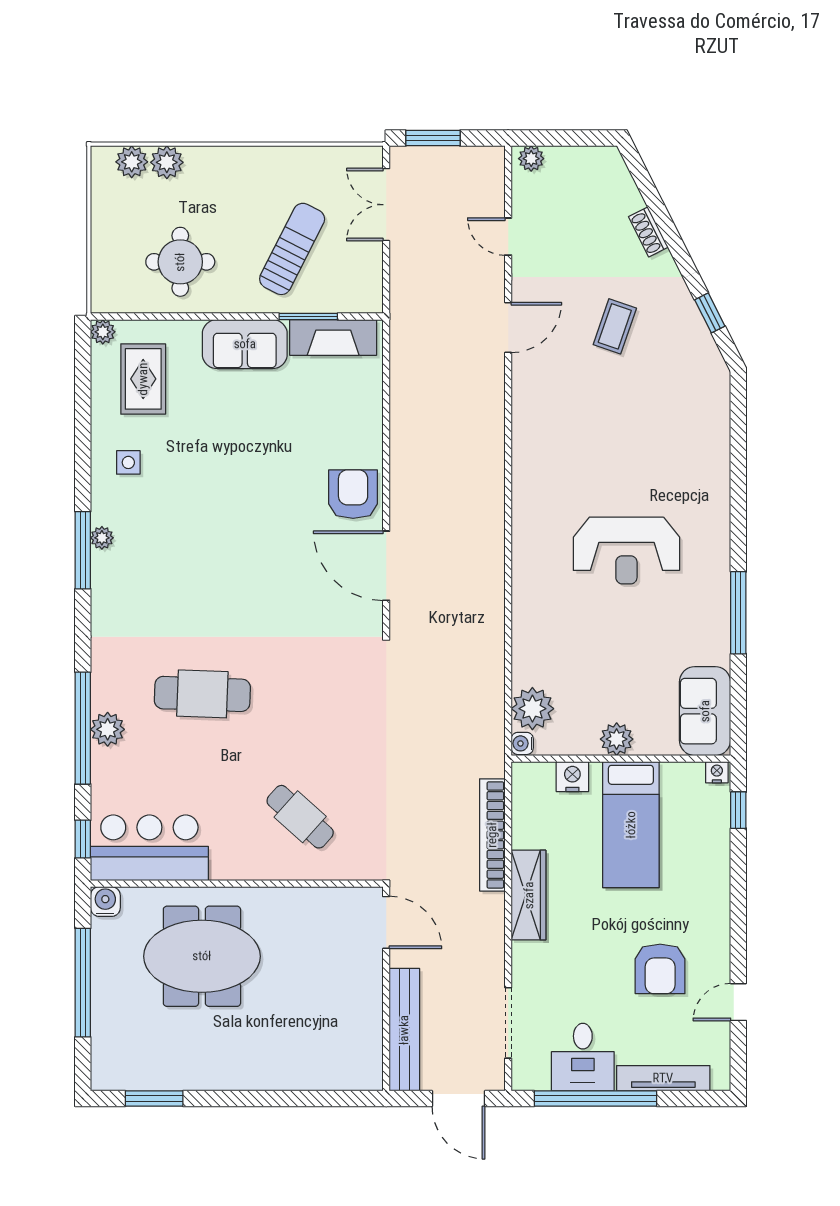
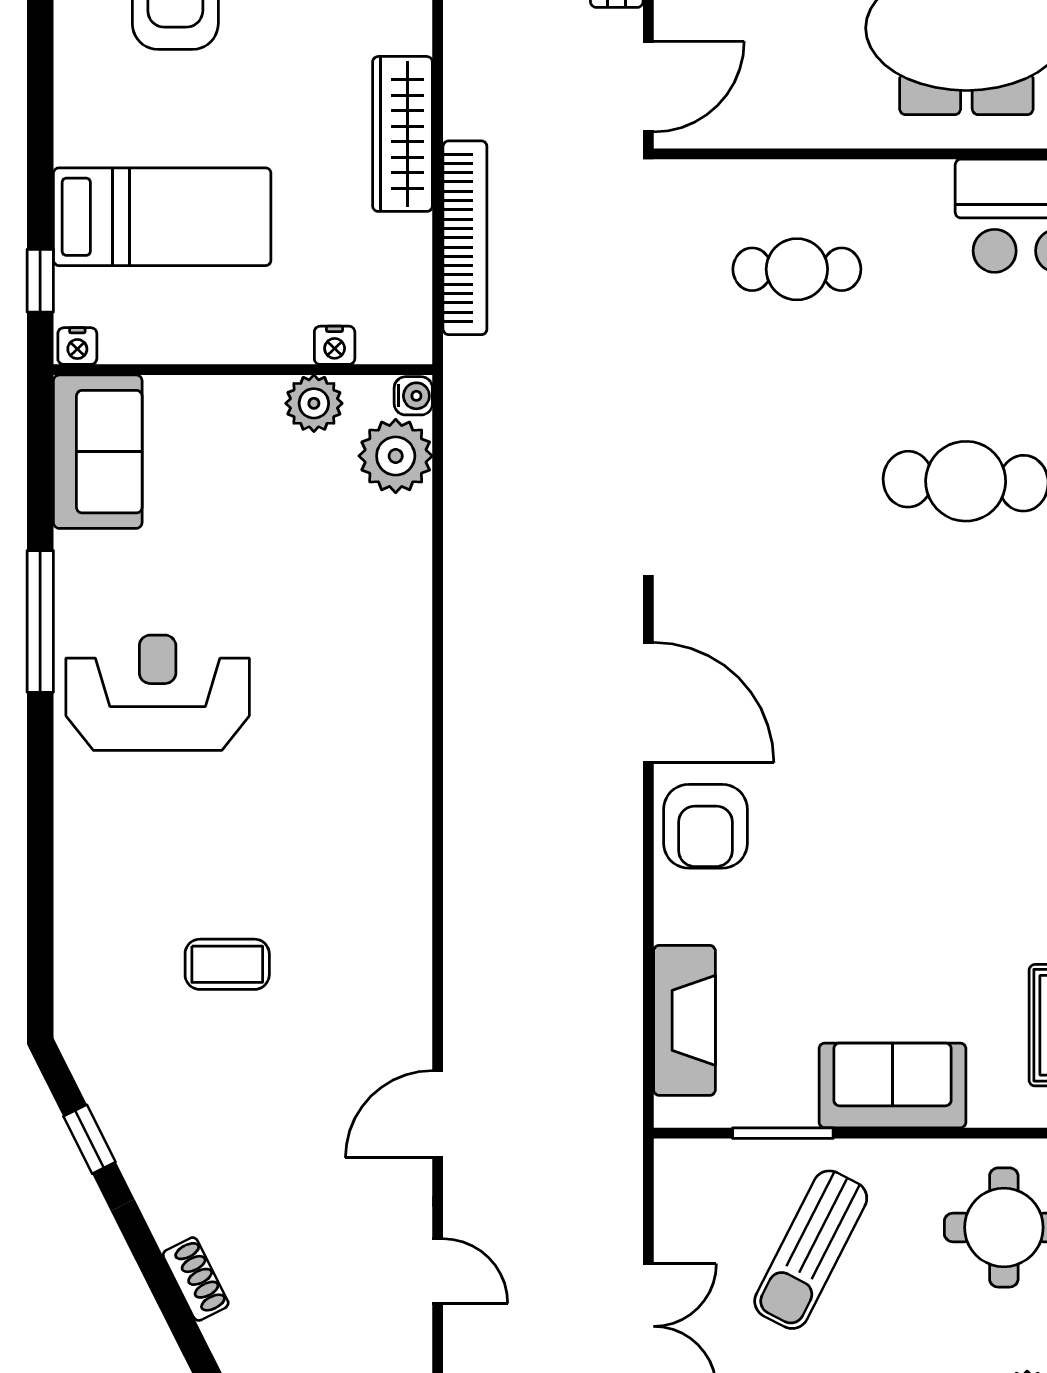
coffee table: (615, 326) -> (227, 964), moved, turned 71
fireplace: (333, 337) -> (684, 1020), moved, turned 90
reception desk: (626, 550) -> (158, 693), moved
plant: (617, 739) -> (314, 403), moved
nightstand: (572, 777) -> (335, 345), width x0.72, depth x0.74
cafe table: (300, 817) -> (797, 269), turned -42
bed: (631, 825) -> (162, 217), moved, turned 90
door: (386, 922) -> (648, 87), swing flipped

